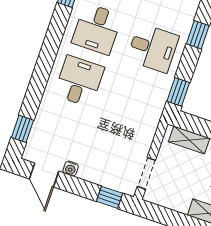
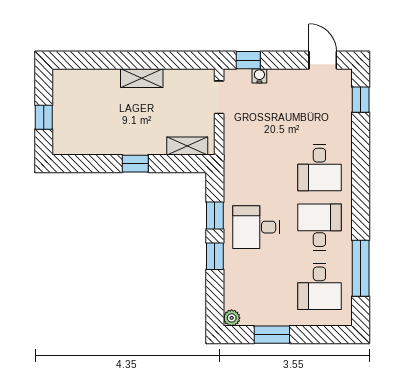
window: (178, 92) -> (215, 216), moved
water cooler: (71, 169) -> (259, 76), moved

